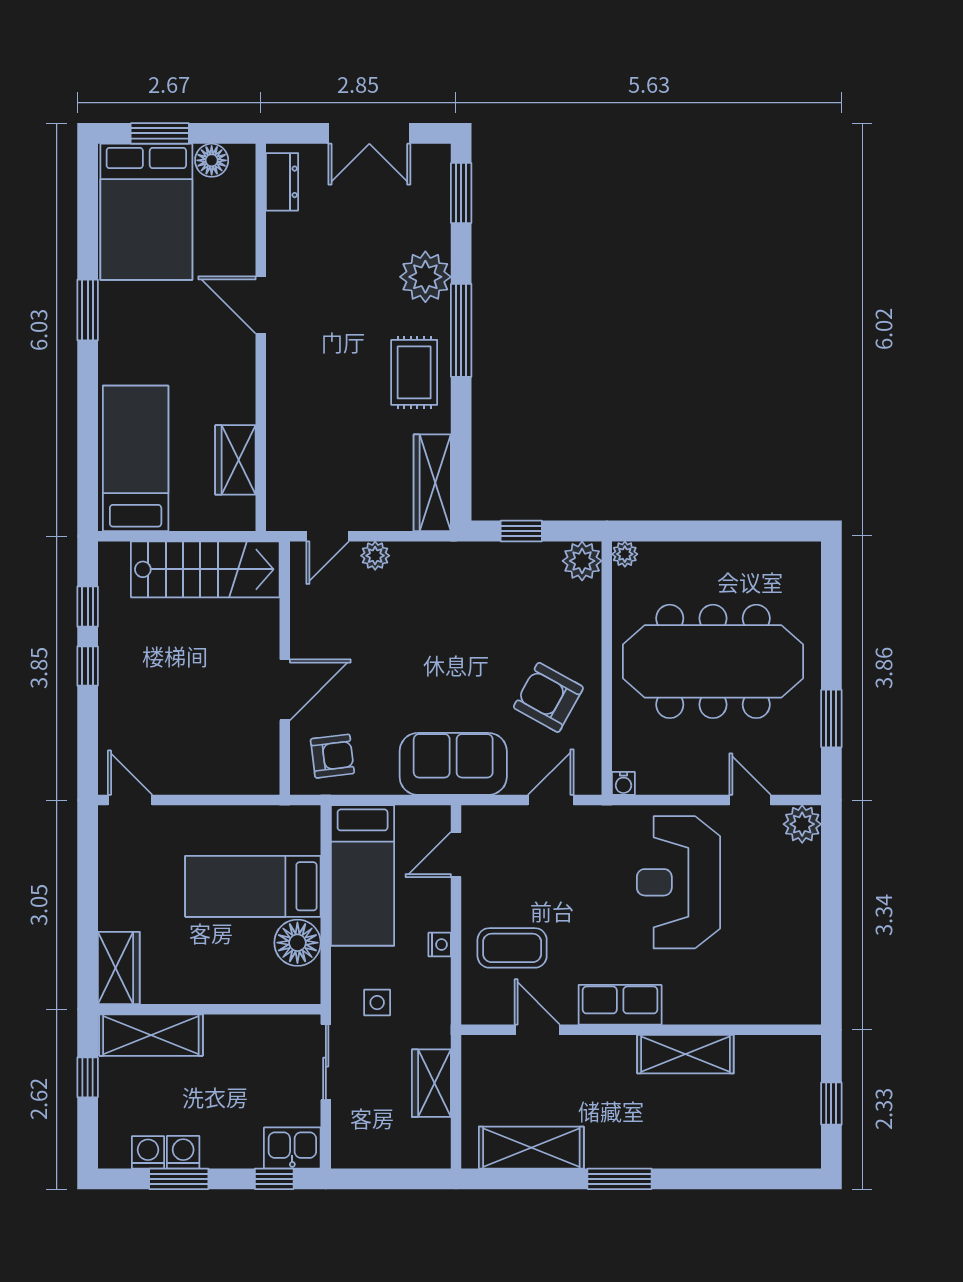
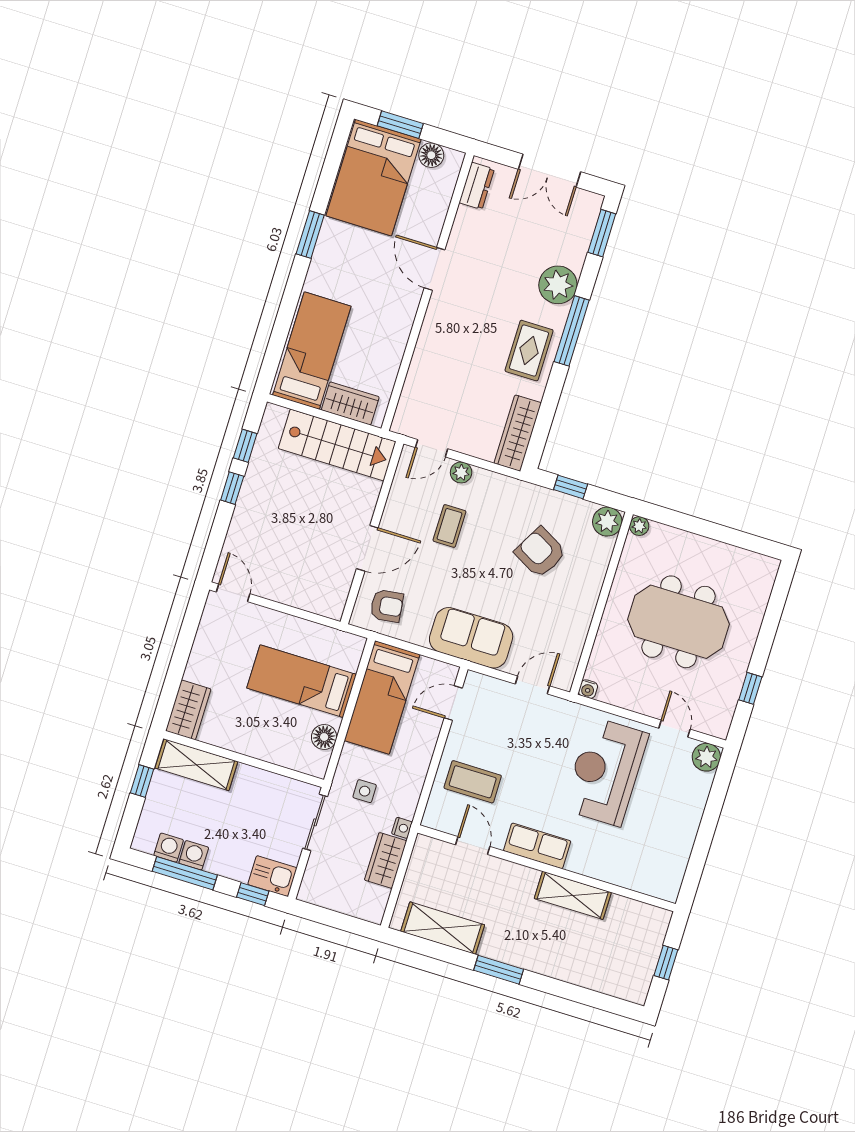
wardrobe: (235, 460) -> (350, 403), moved, turned 90
coffee table: (381, 629) -> (449, 526), added
meeting table: (713, 661) -> (678, 622), width x0.73
armchair: (548, 697) -> (540, 552), moved
window: (831, 718) -> (750, 688), width x0.67
floor lamp: (297, 943) -> (324, 737), width x0.73, depth x0.73
nightstand: (440, 945) -> (402, 828), moved
window: (179, 1179) -> (185, 873), width x1.44

